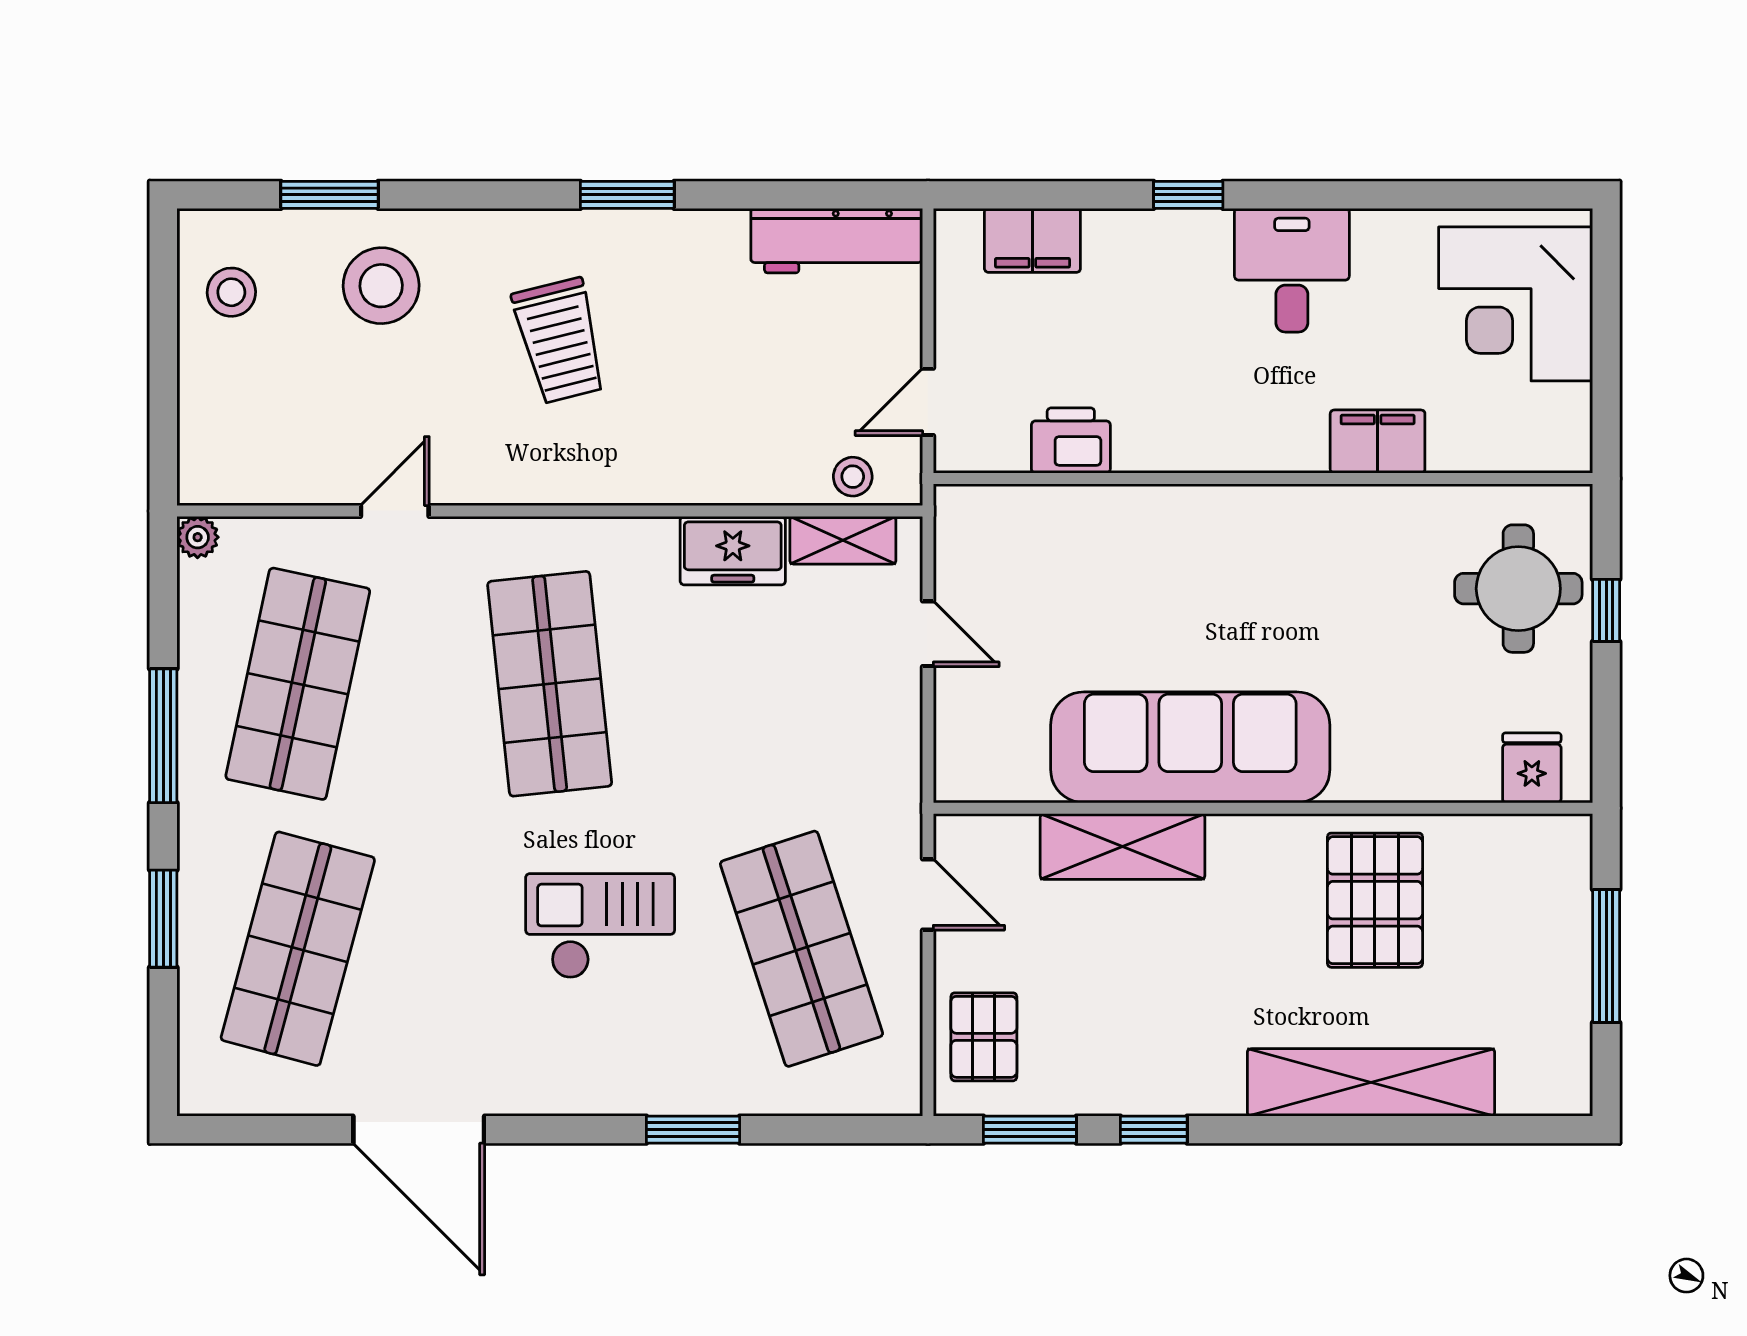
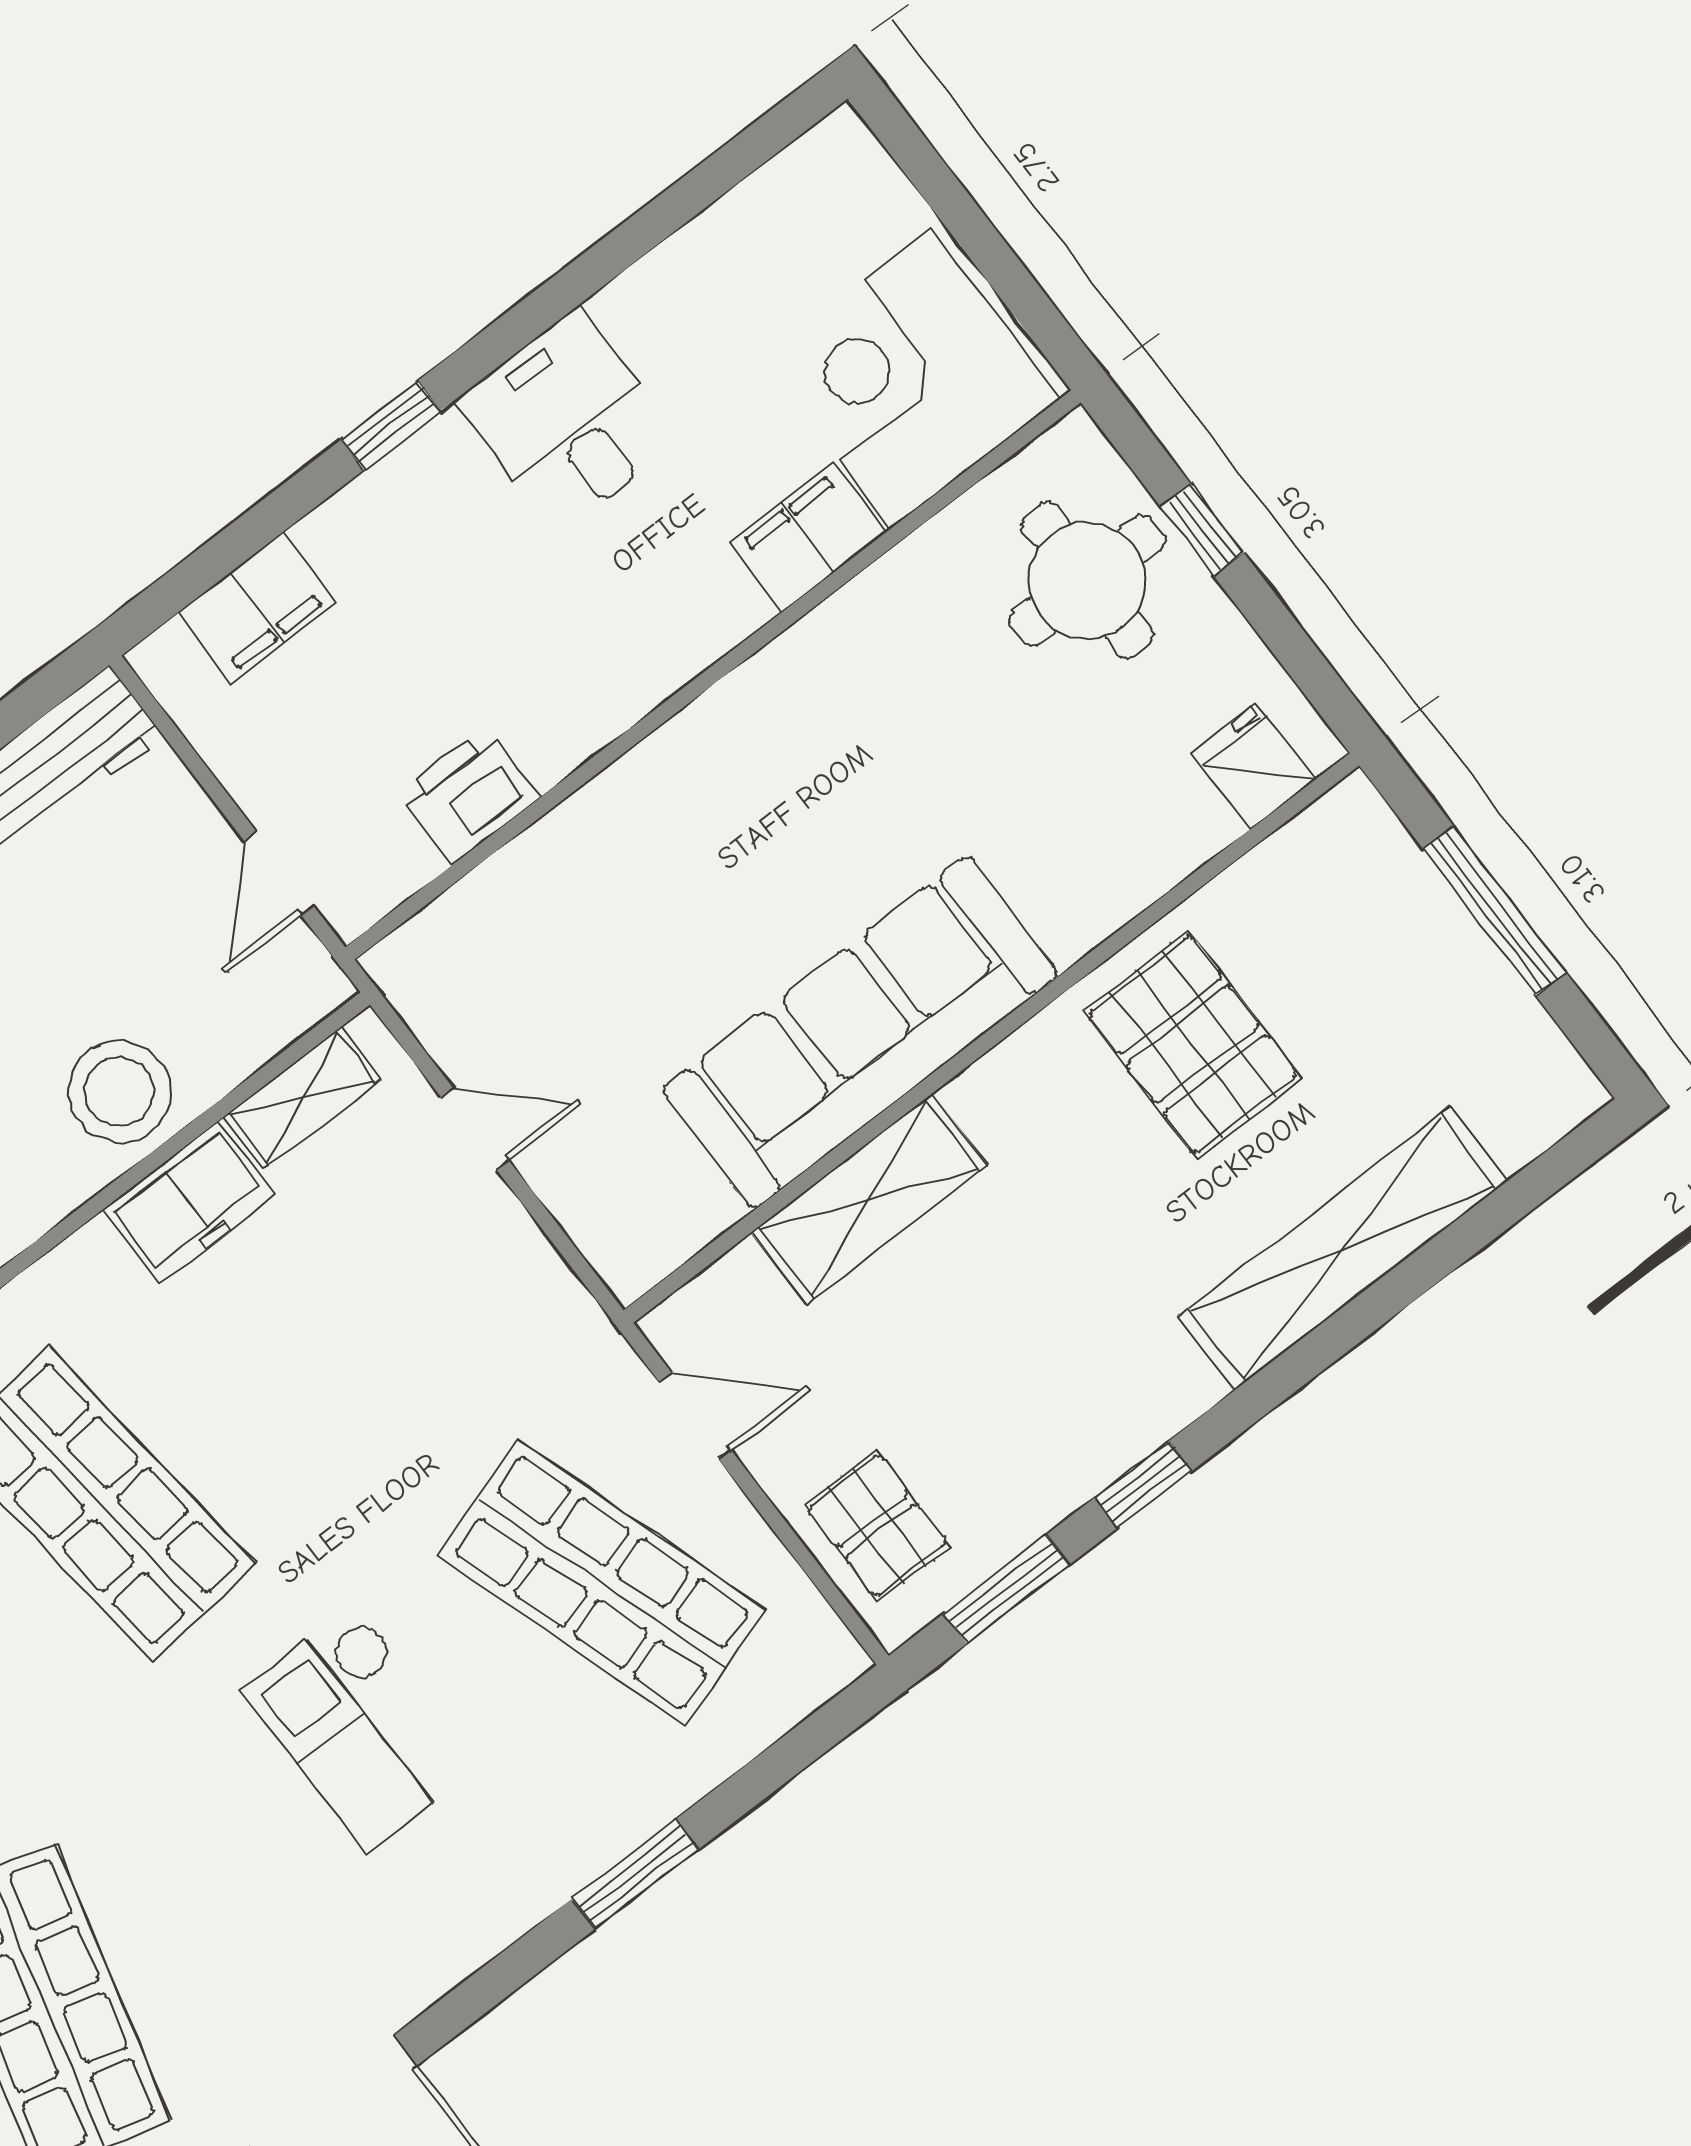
corner desk: (1516, 304) -> (911, 378), moved, turned 90
stool: (853, 477) -> (119, 1092), moved, width x1.89, depth x1.89
checkout: (600, 926) -> (361, 1728), turned -90

